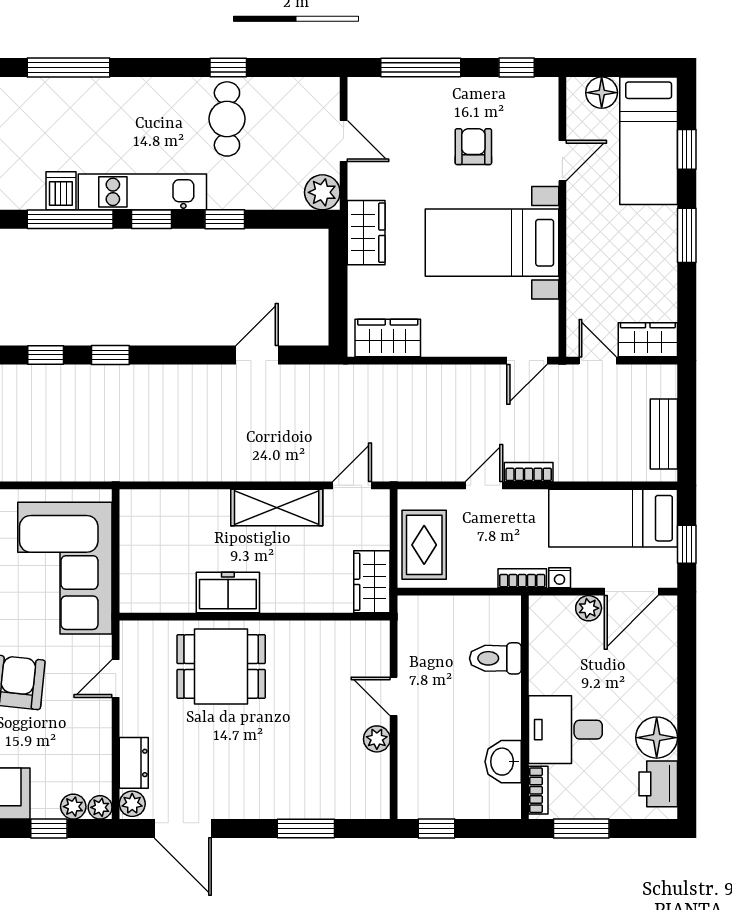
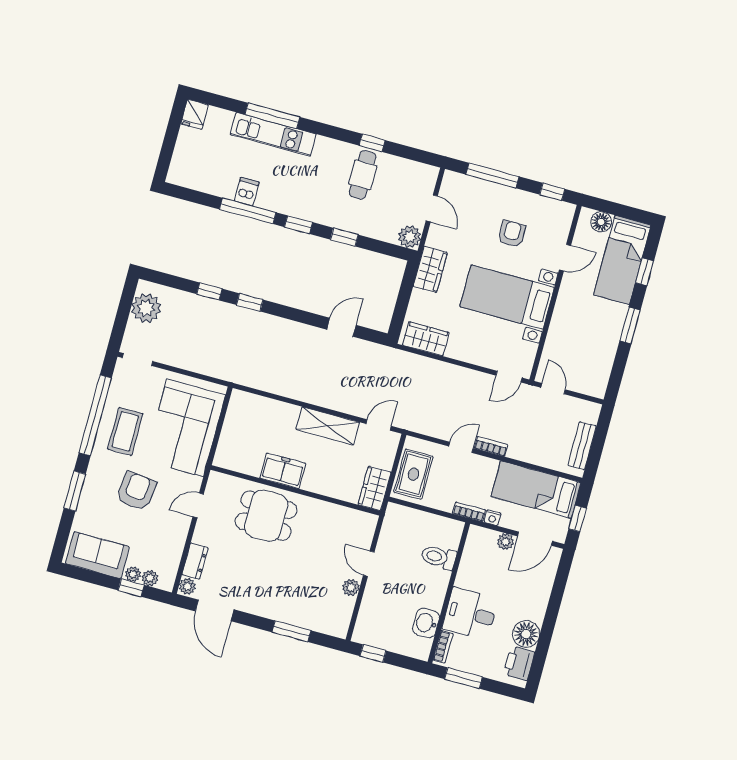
kitchen unit: (142, 192) -> (273, 134), moved, turned 180
wardrobe: (648, 340) -> (588, 384), removed
plant: (100, 807) -> (133, 574), moved

